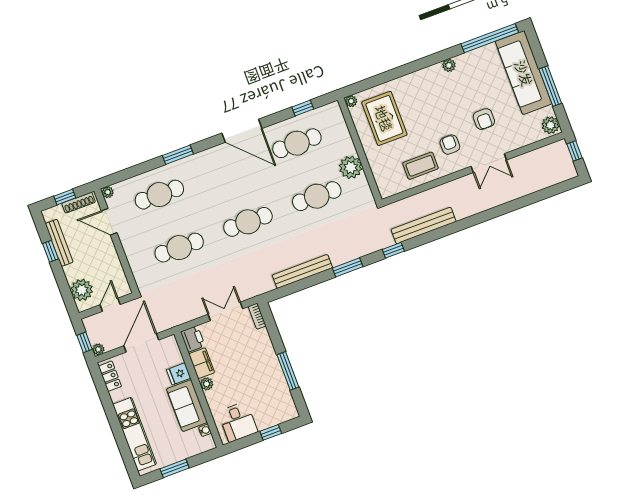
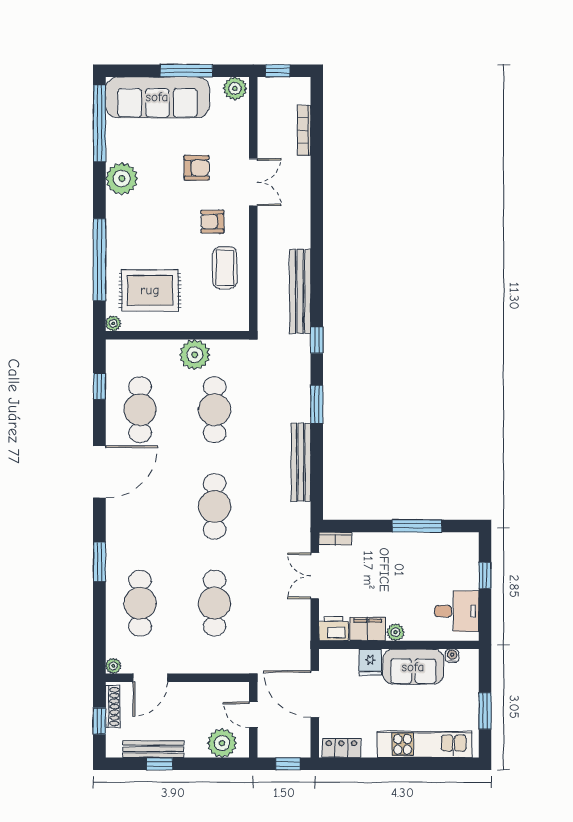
plant: (449, 65) -> (122, 179), width x1.88, depth x1.88
window: (393, 74) -> (99, 260), added
bookcase: (539, 186) -> (304, 130), added
plant: (98, 349) -> (303, 750), removed

